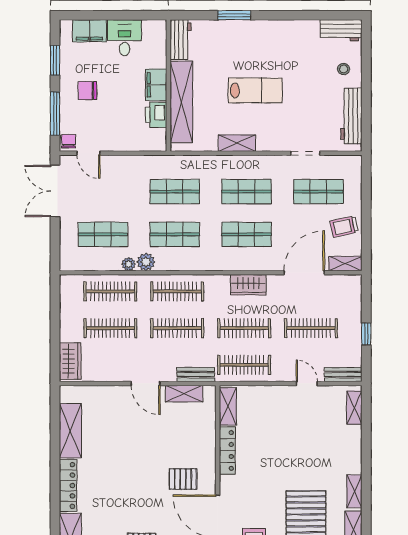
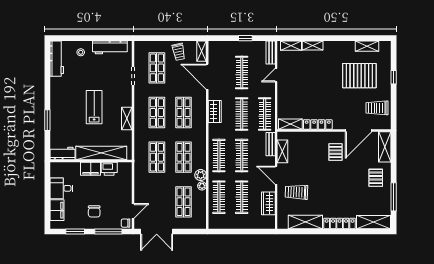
workbench: (341, 30) -> (57, 59), width x1.38
wardrobe: (70, 361) -> (268, 203), moved, turned -90
door: (145, 383) -> (276, 175), swing flipped
trolley: (119, 416) -> (296, 192), added
shelving: (354, 491) -> (313, 46), moved

